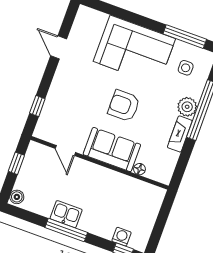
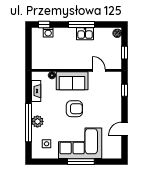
window: (185, 37) -> (81, 162), moved
door: (59, 47) -> (125, 129), swing flipped
fireplace: (180, 134) -> (36, 91), moved

